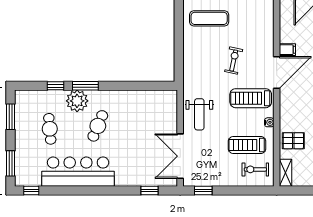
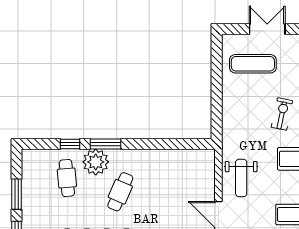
window: (11, 117) -> (17, 194), moved
cafe table: (50, 129) -> (67, 178), moved

